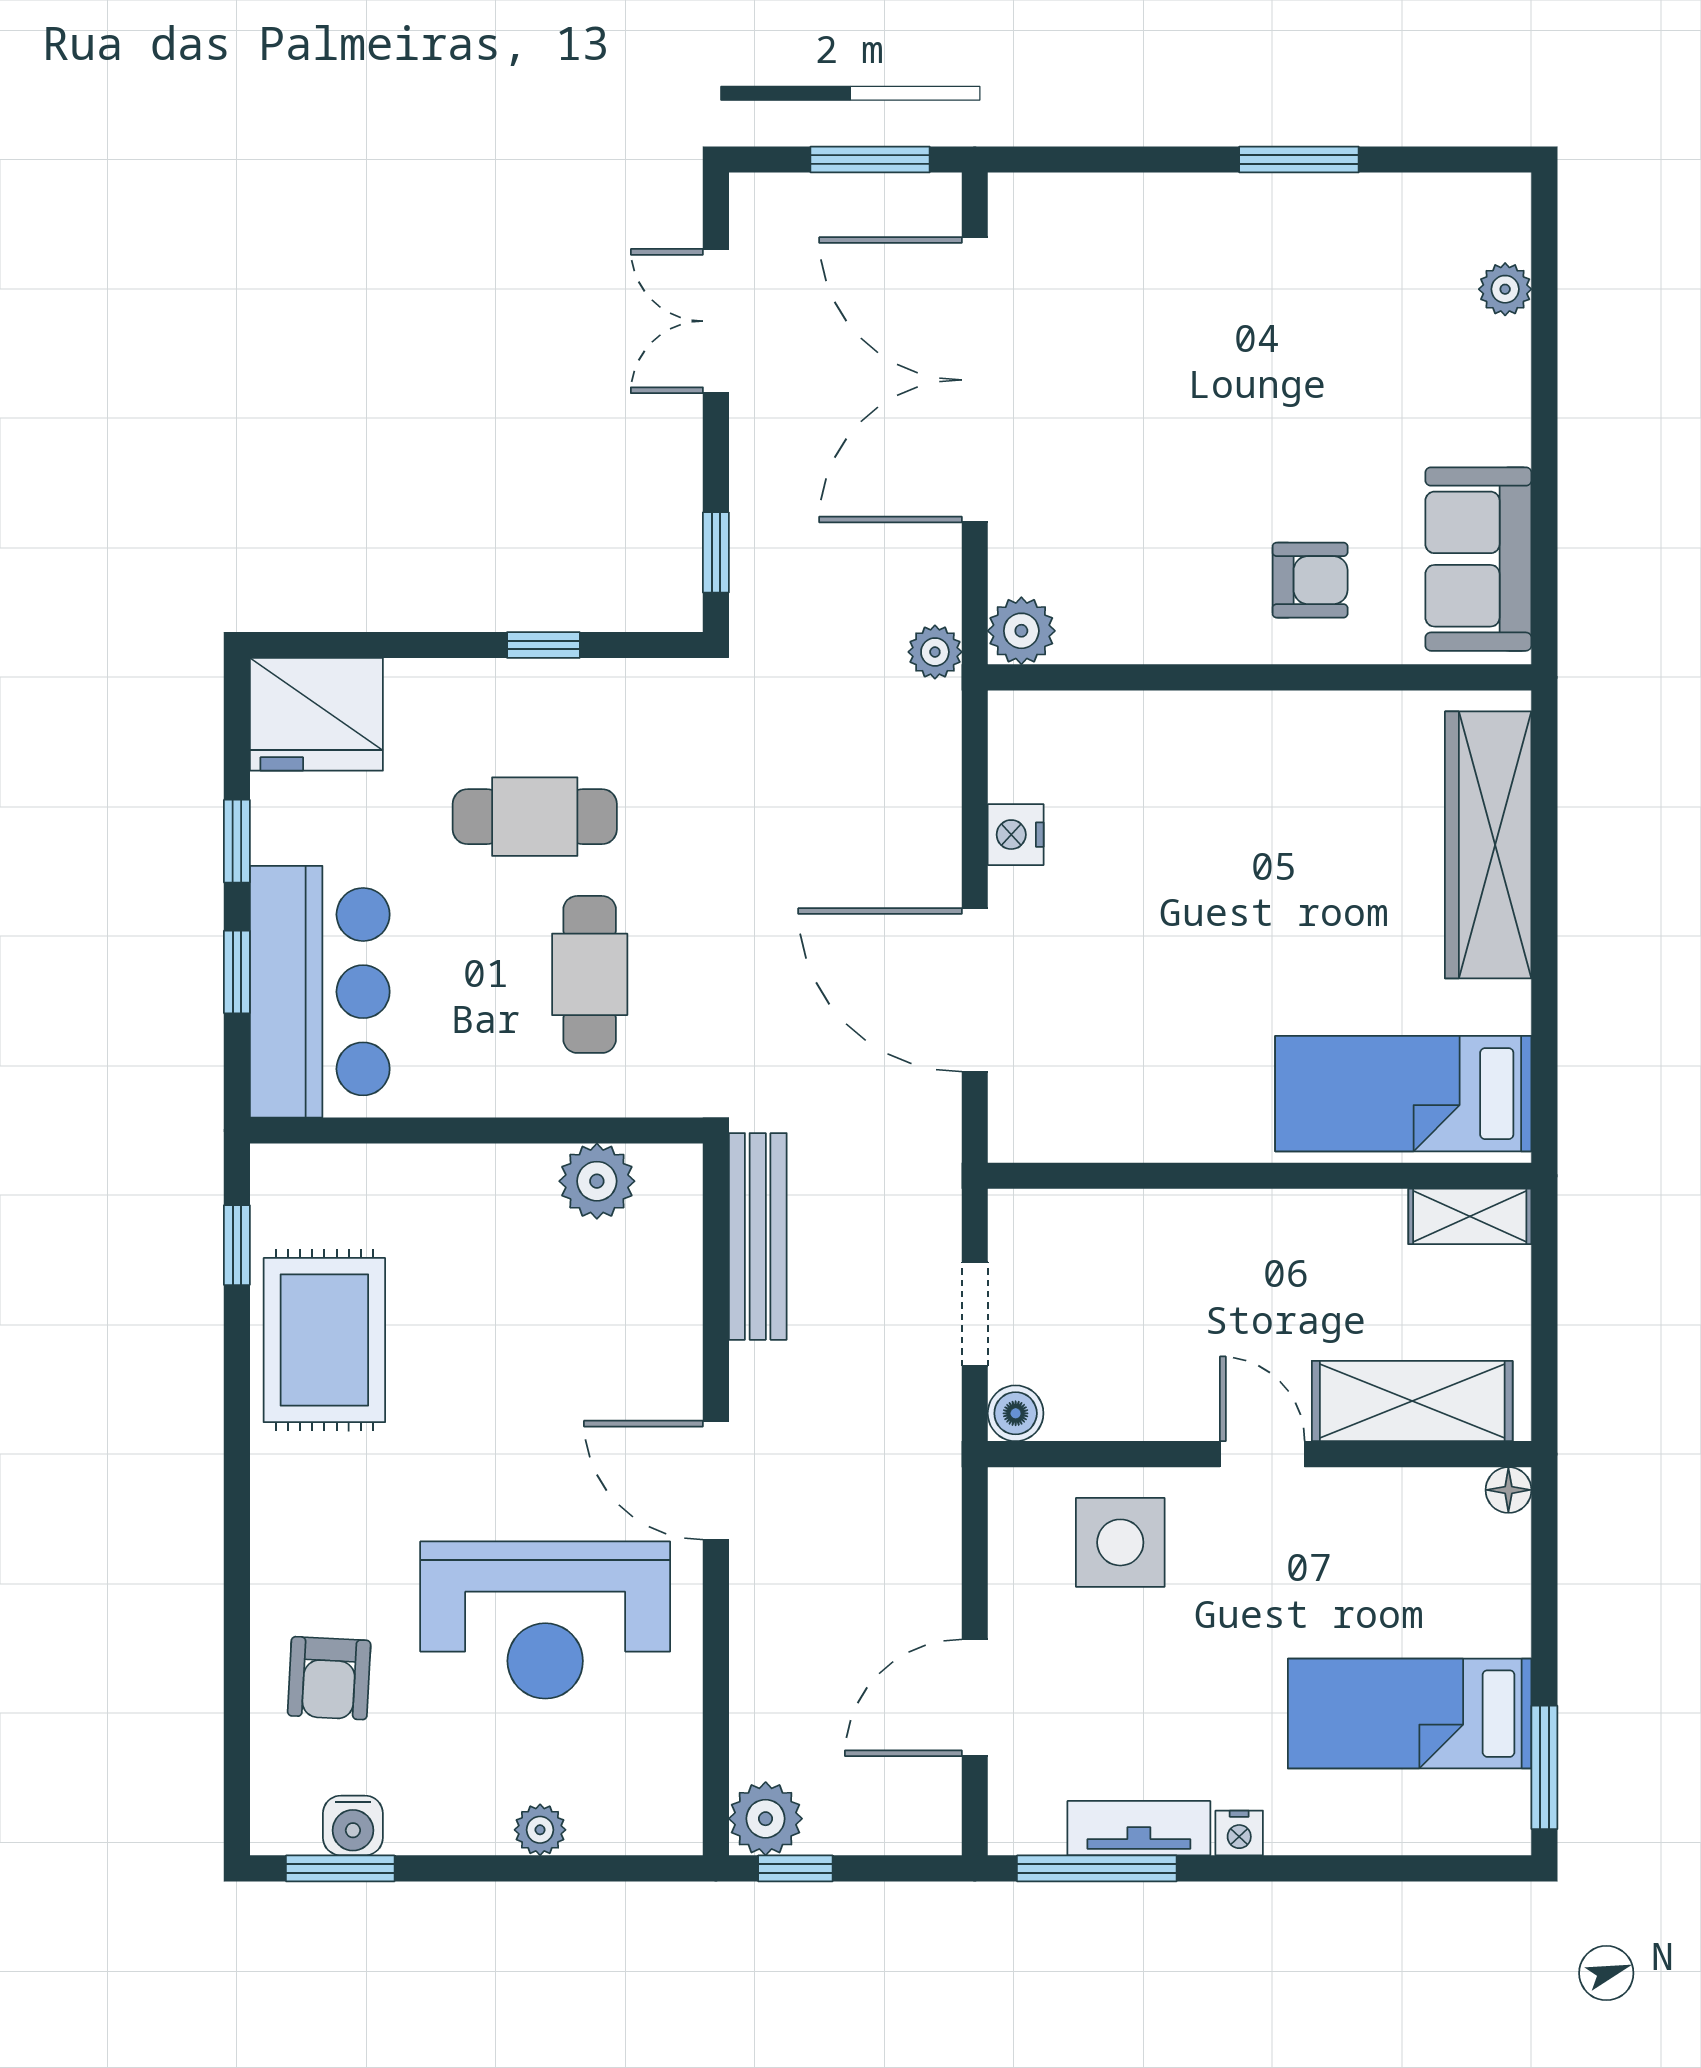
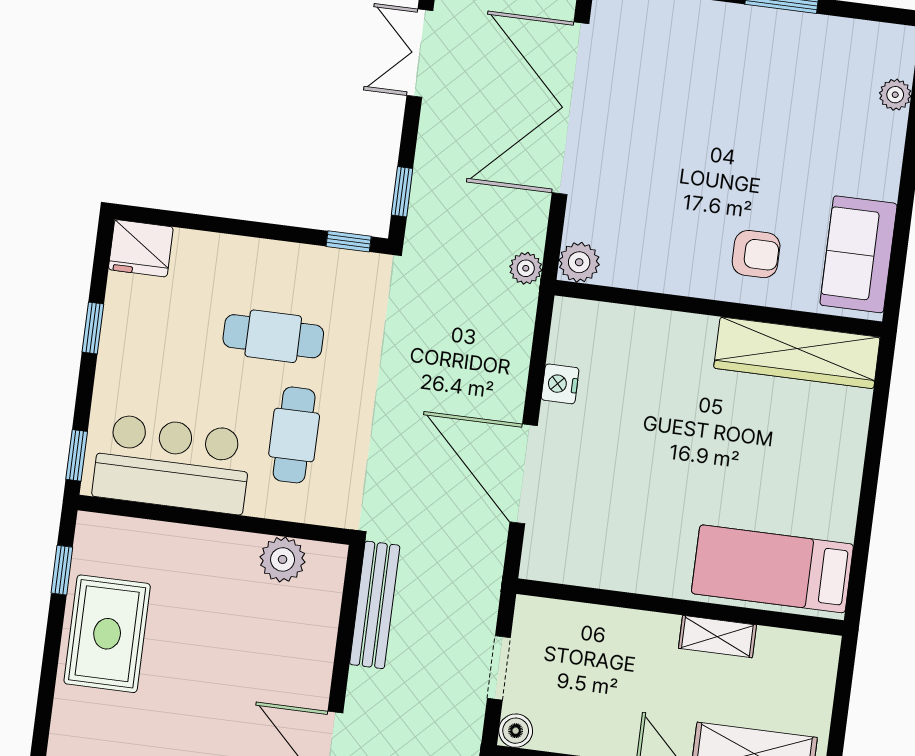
window: (543, 645) -> (349, 241), moved
fridge: (316, 714) -> (141, 248), width x0.73, depth x0.75
wardrobe: (1488, 845) -> (797, 353), moved, turned -90
window: (237, 972) -> (77, 455), moved
bar counter: (320, 992) -> (172, 464), moved, turned -90
shelving: (1470, 1216) -> (717, 637), moved

